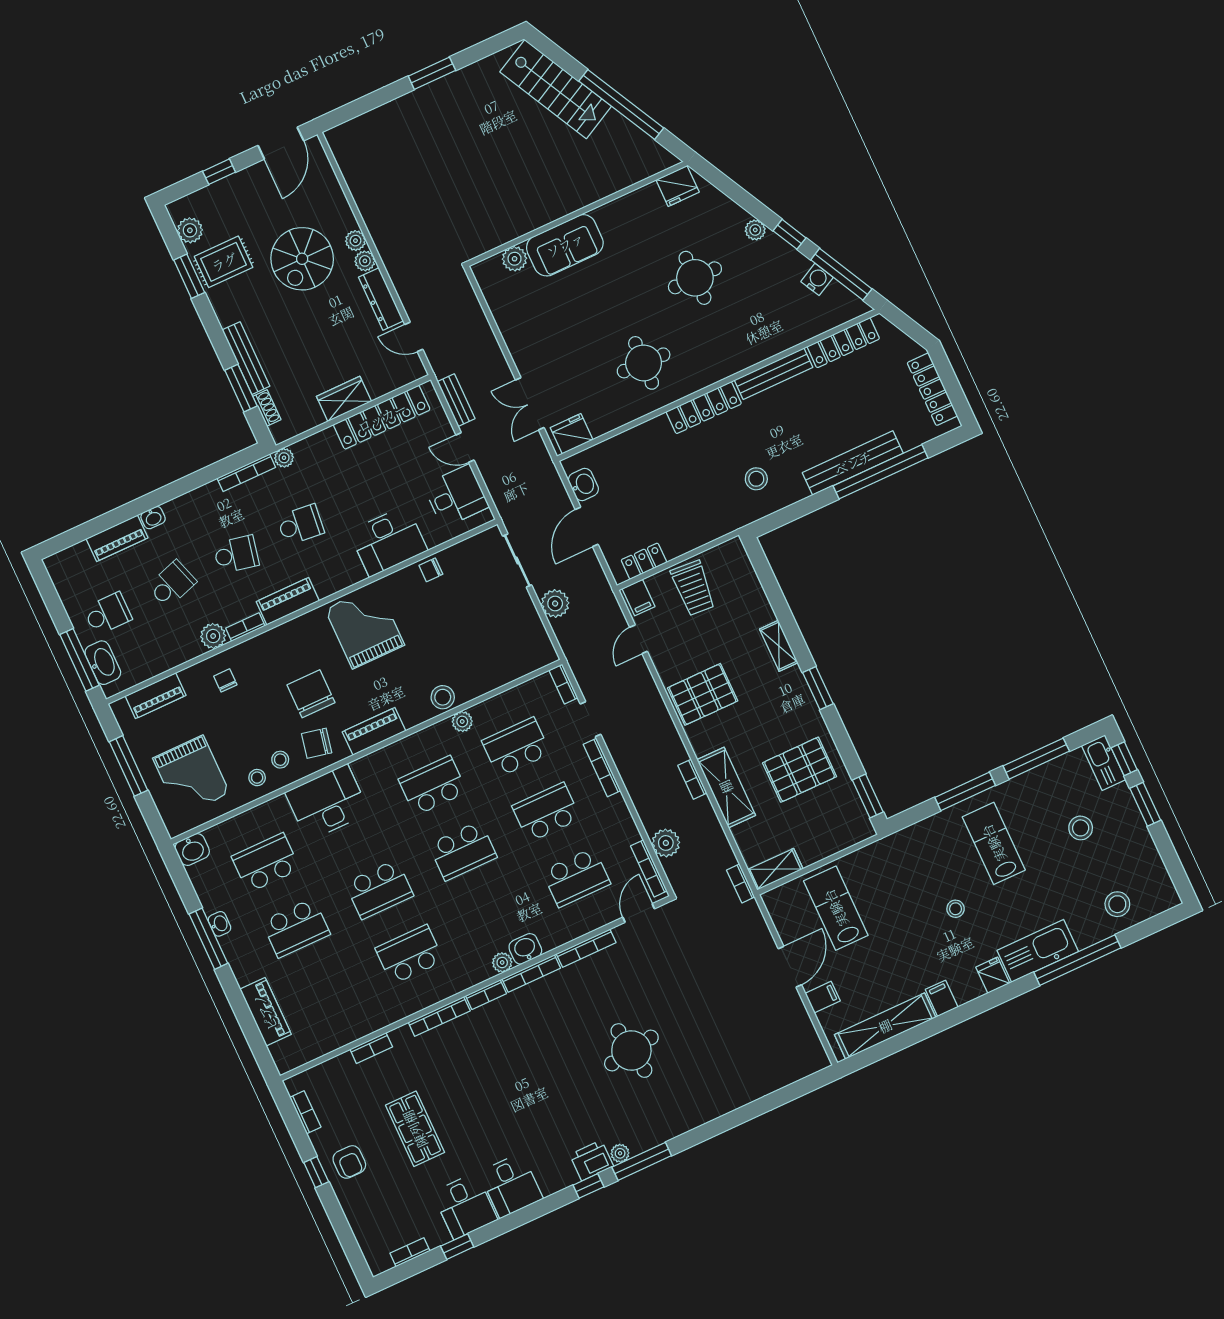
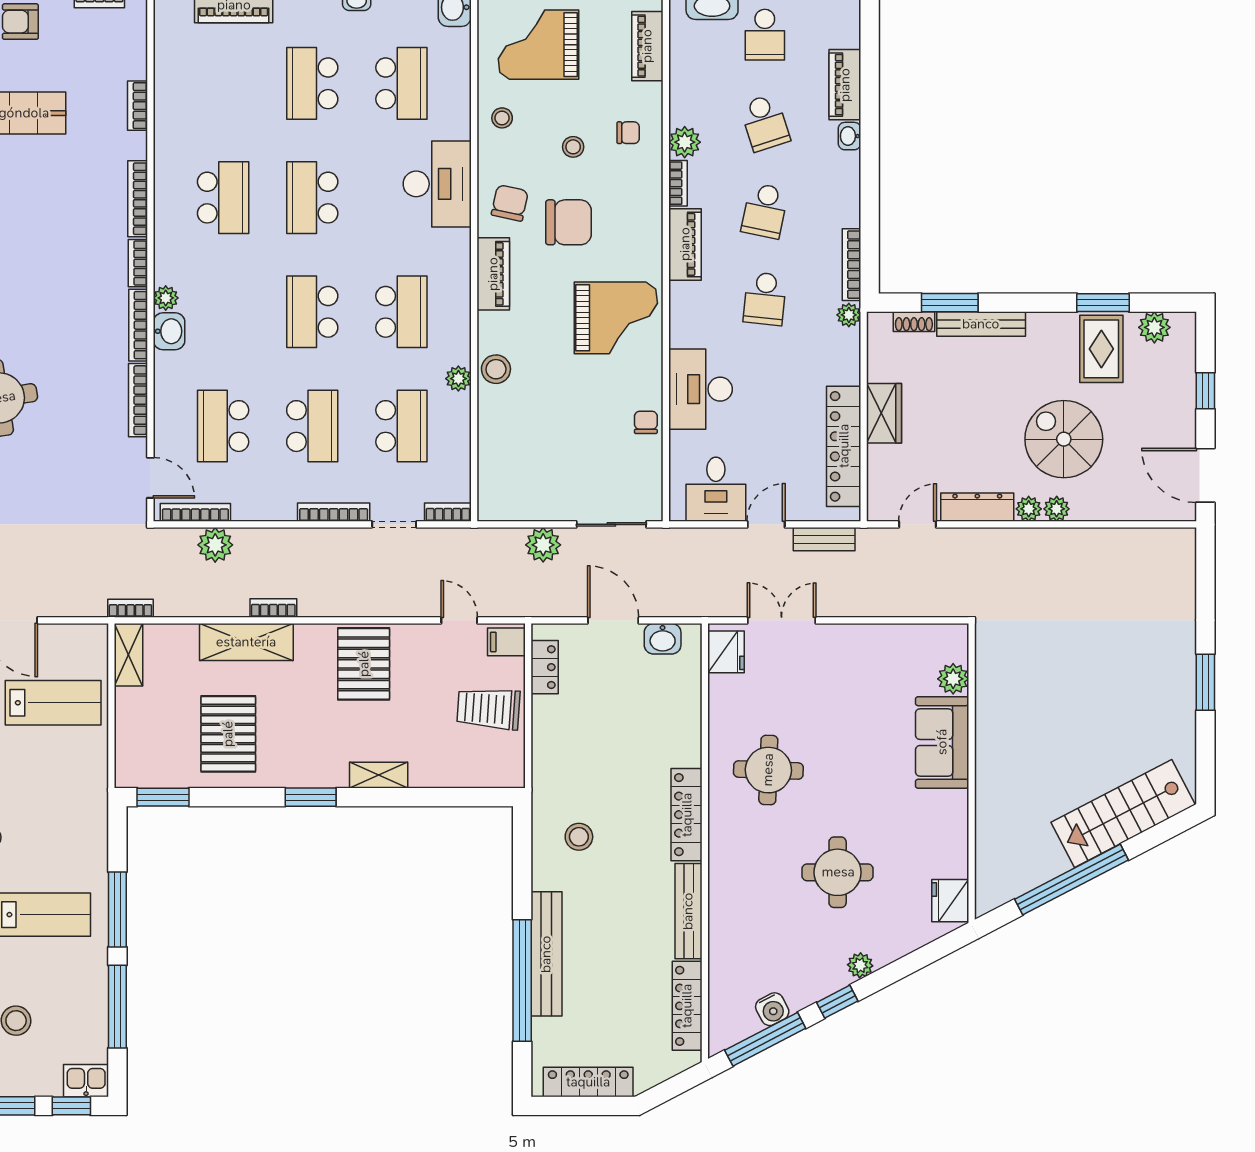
stool: (280, 760) -> (573, 147), moved
kitchen sink: (1104, 763) -> (86, 1081), width x0.73

